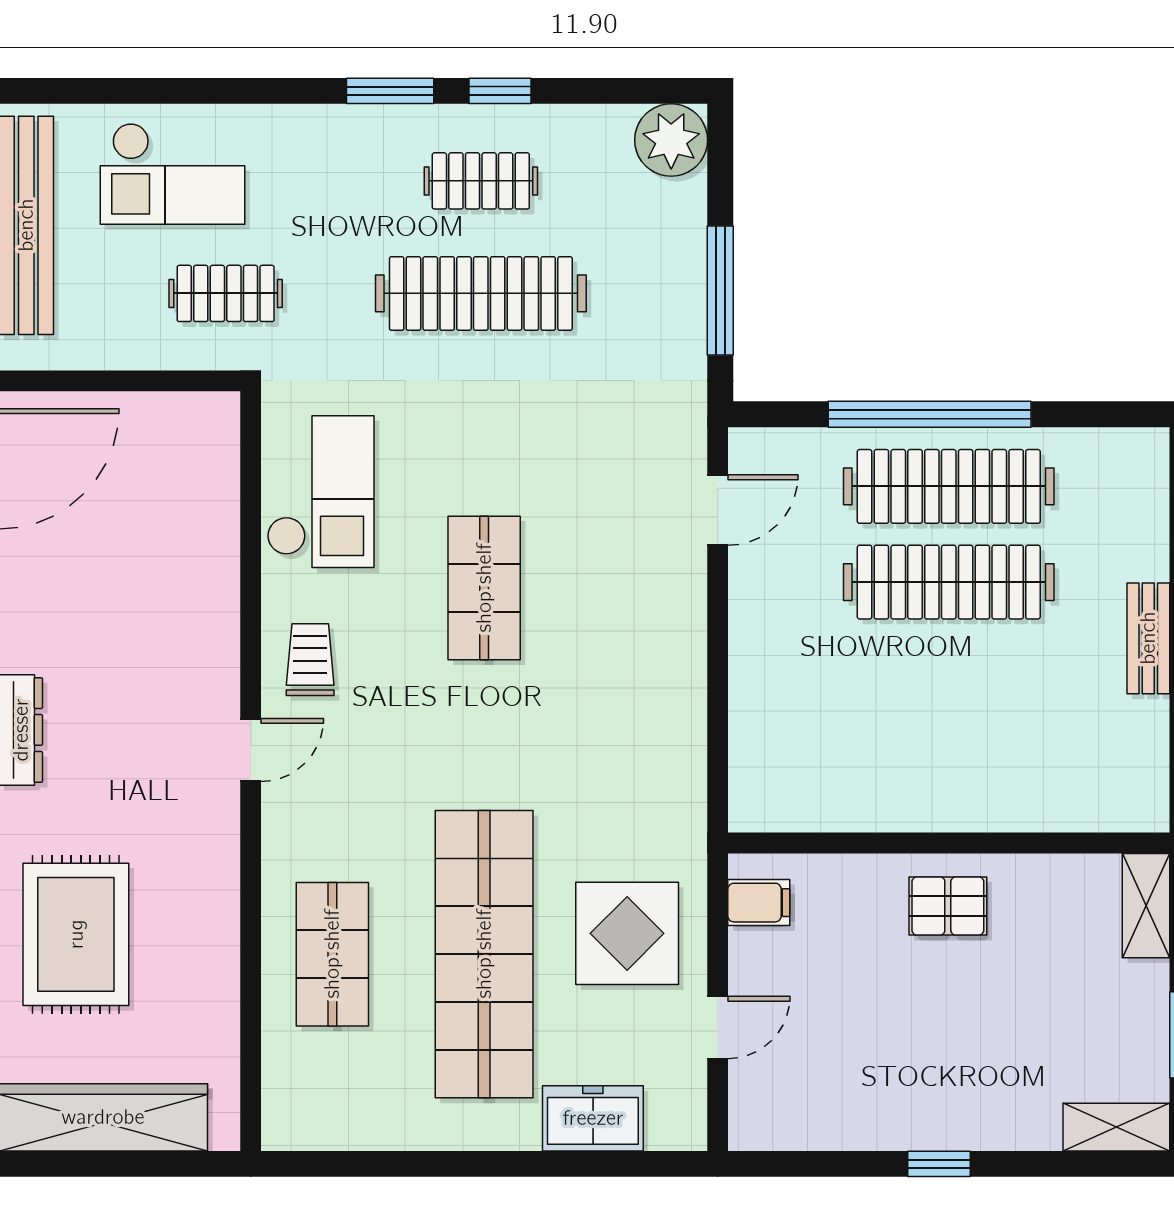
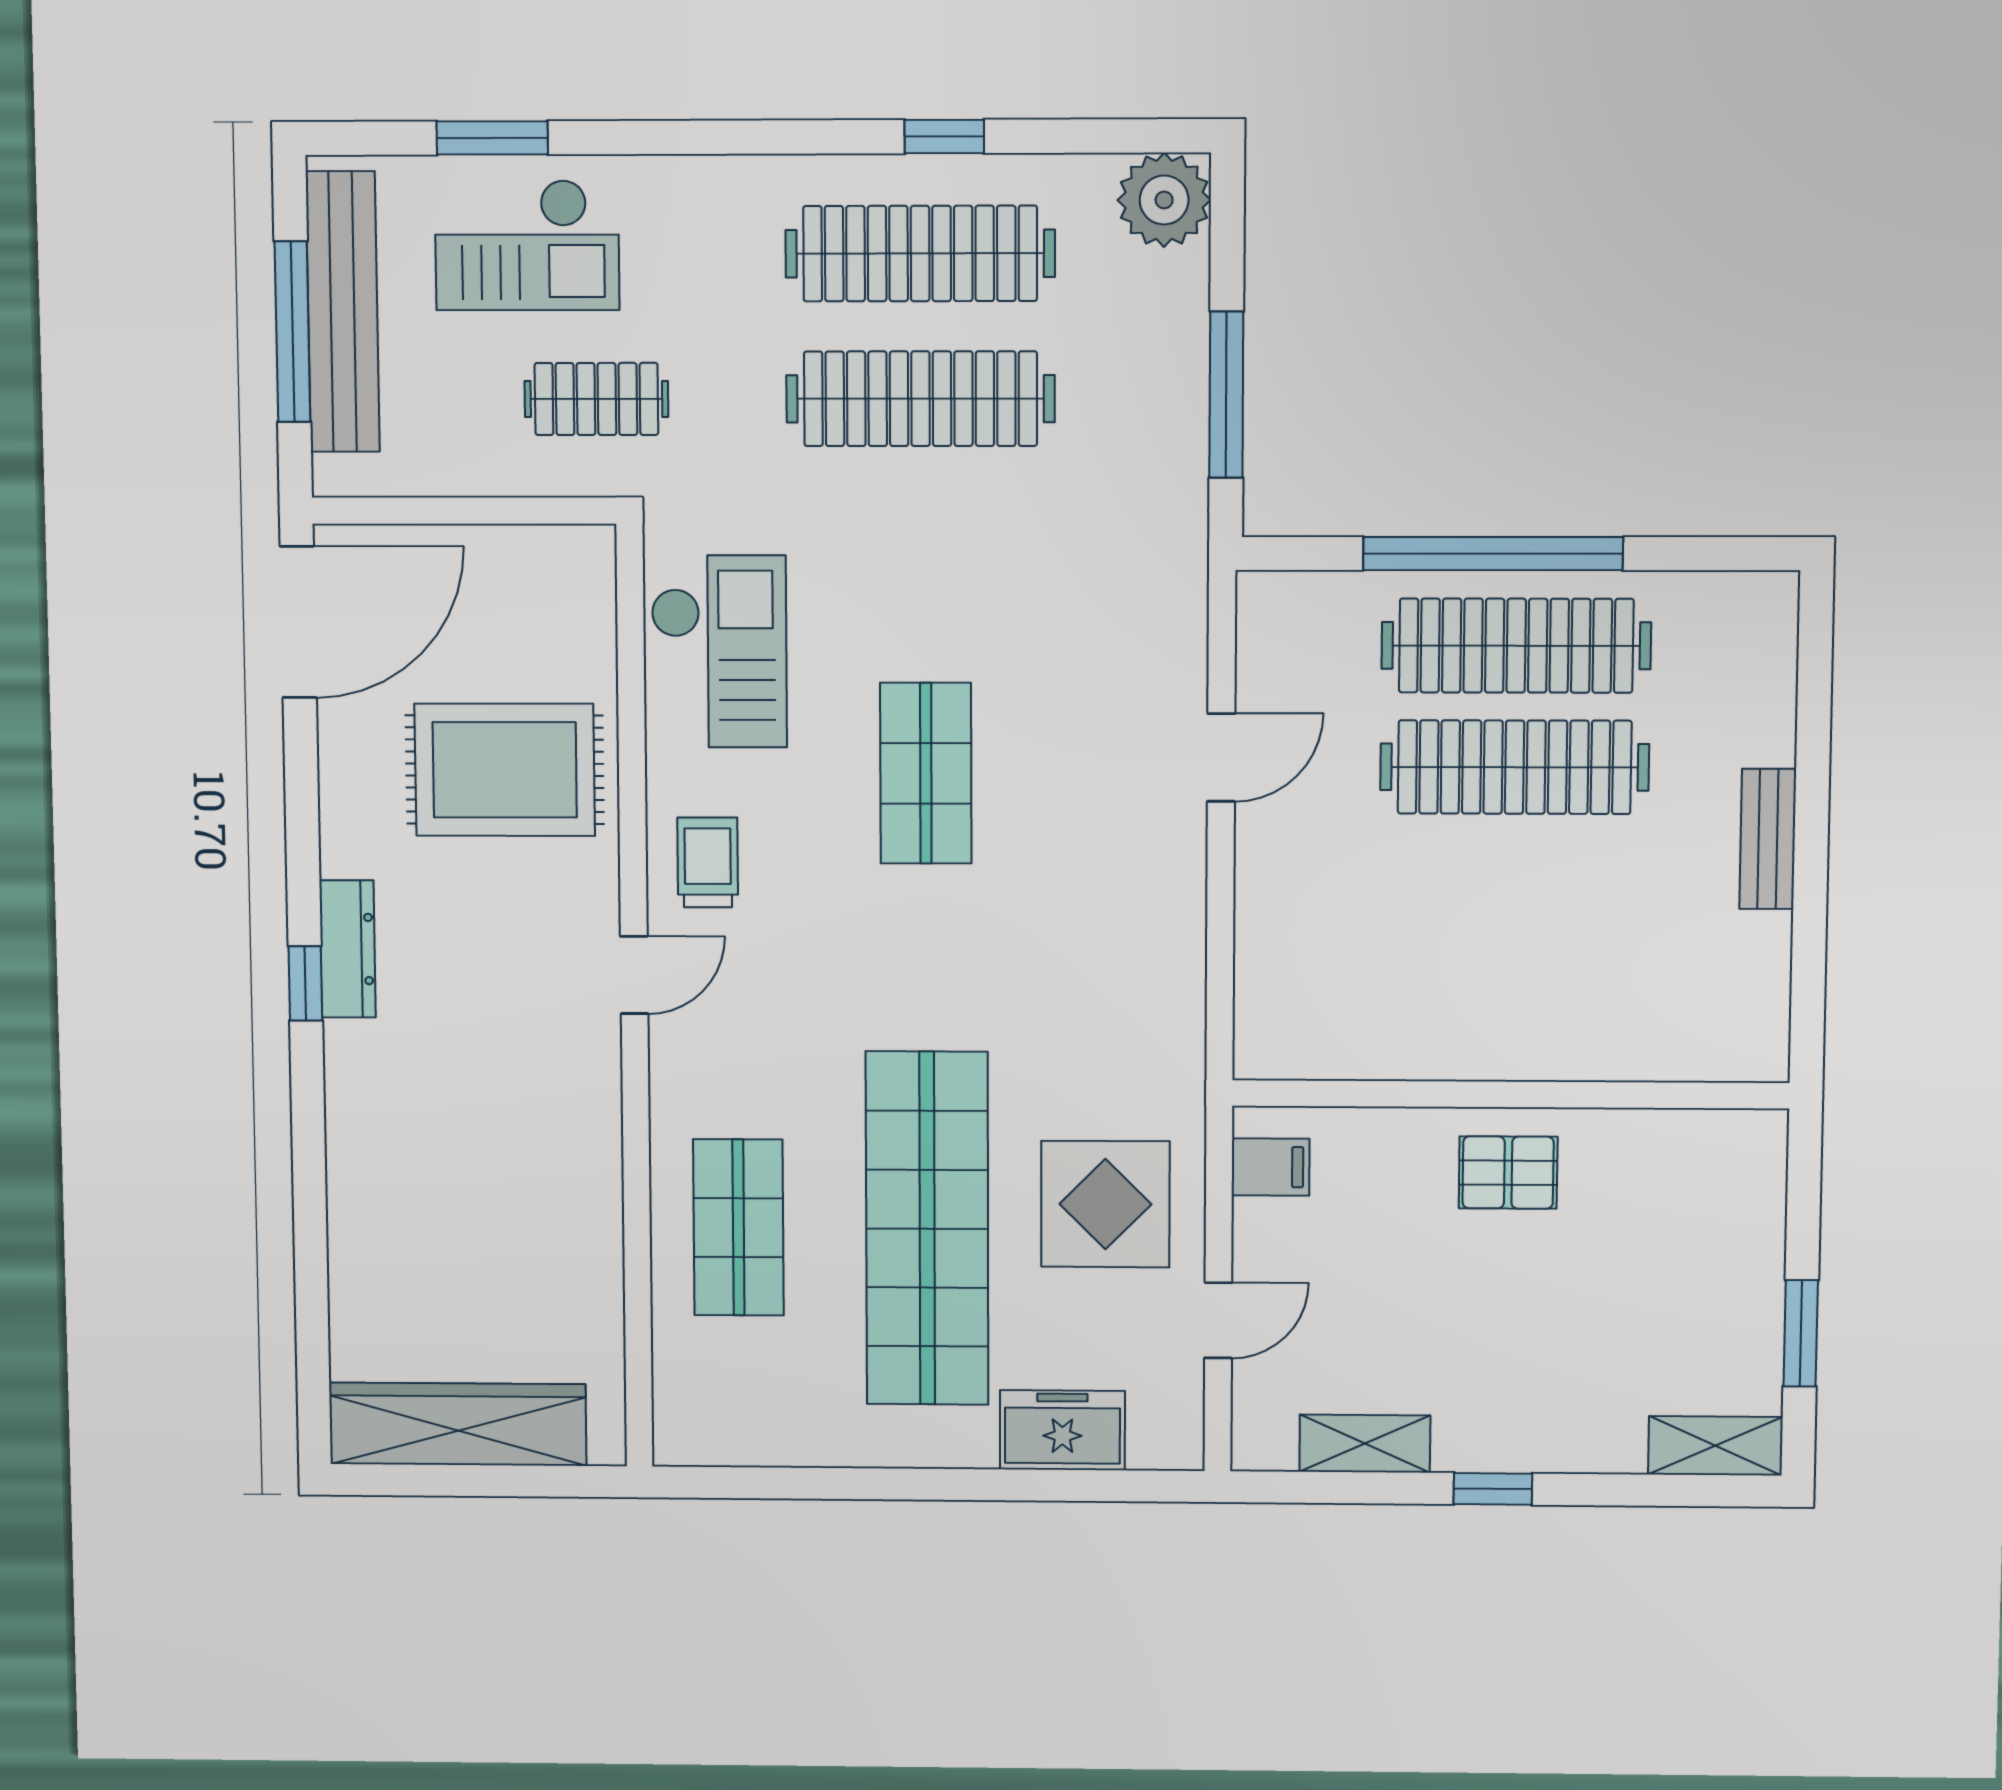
window: (390, 91) -> (492, 138), moved
clothes rail: (481, 181) -> (920, 254), width x1.86, depth x1.31
door: (718, 510) -> (1221, 757), moved
shelving: (1146, 906) -> (1365, 1444), moved, turned 90
rug: (76, 934) -> (505, 770), moved, turned 90

